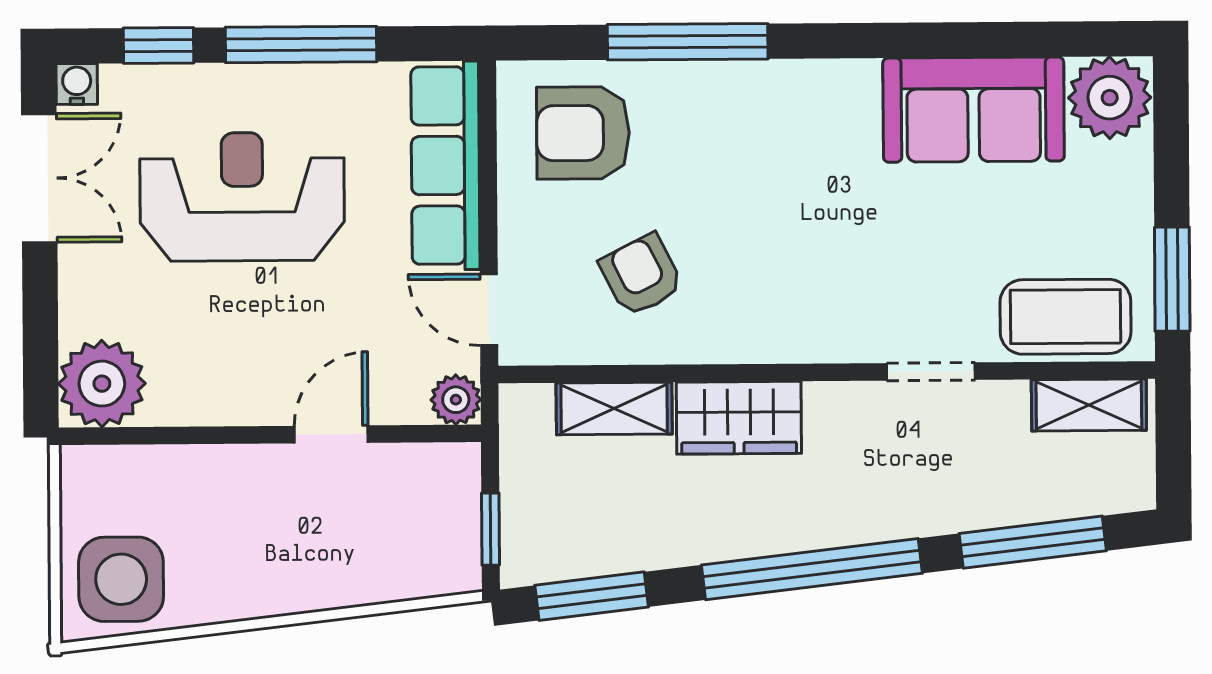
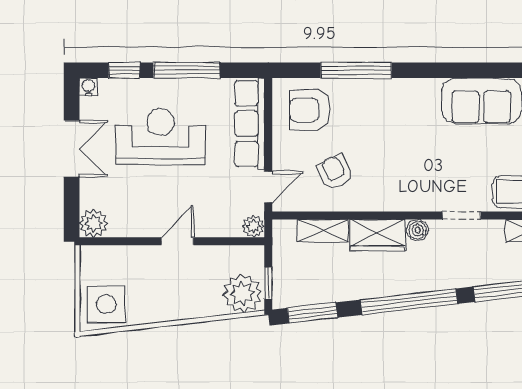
double door: (39, 178) -> (72, 149), moved
door: (489, 310) -> (268, 187), swing flipped
plant: (102, 384) -> (93, 223), width x0.73, depth x0.73
boiler: (830, 405) -> (418, 230), added
door: (331, 434) -> (177, 241), moved
plant: (431, 553) -> (242, 293), added

